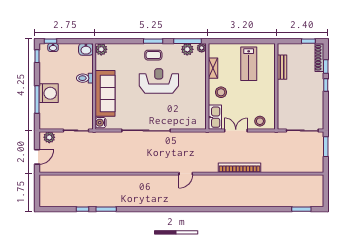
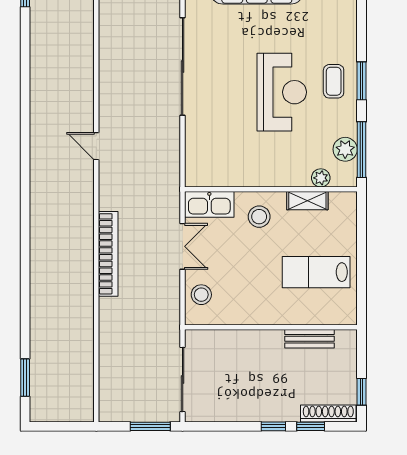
plant: (202, 48) -> (321, 178), moved

